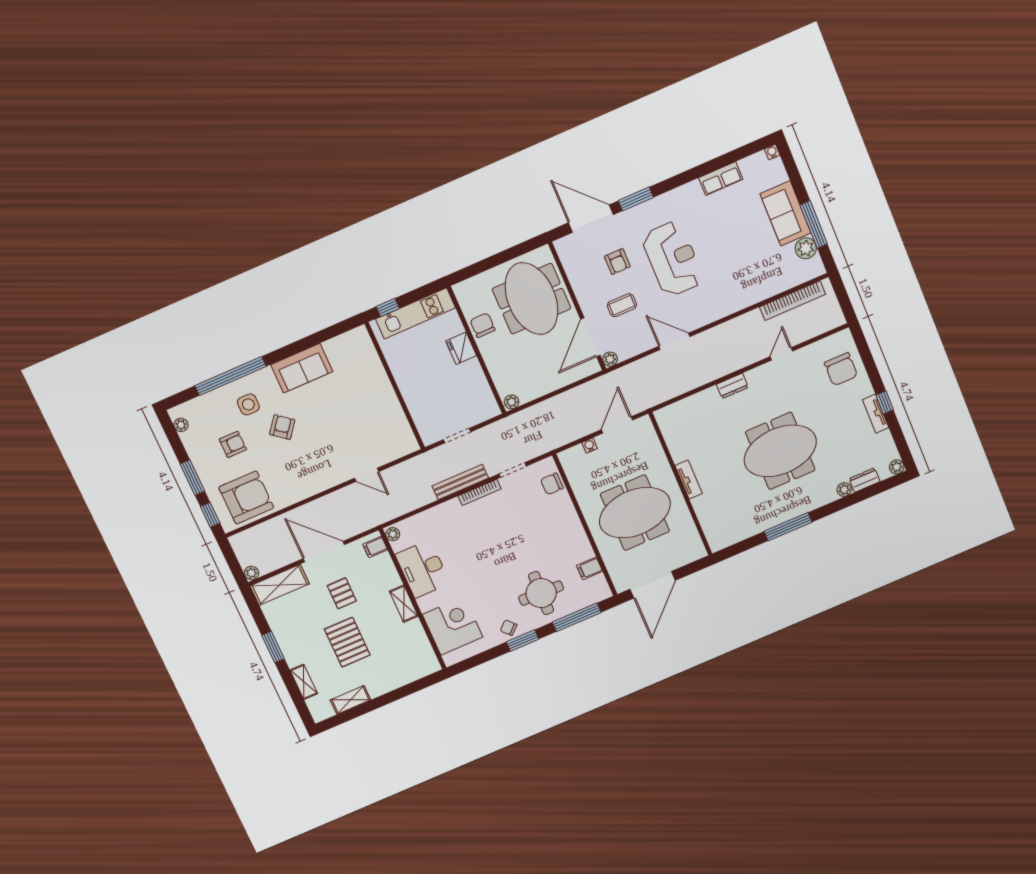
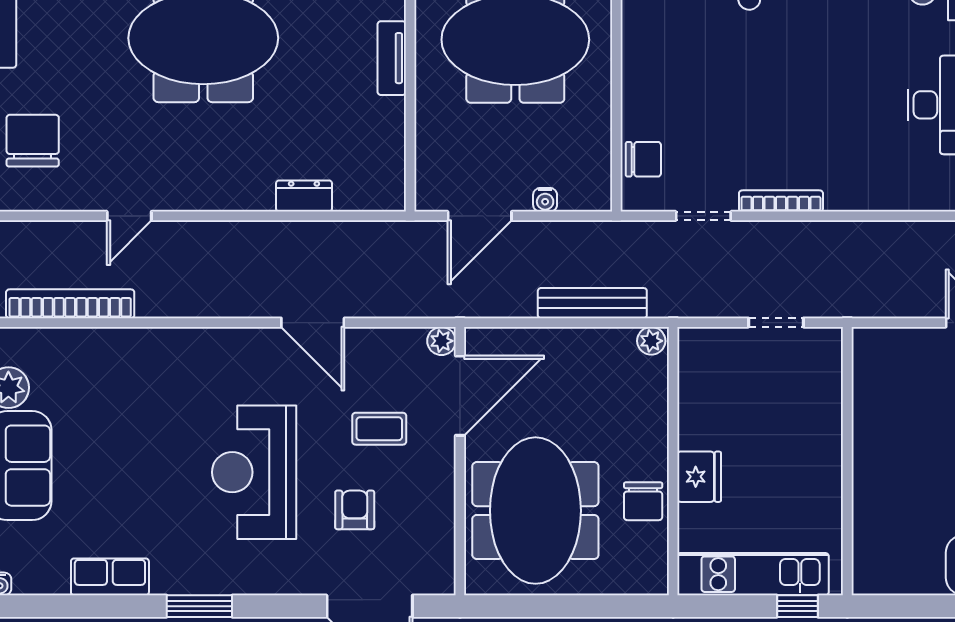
window: (636, 199) -> (199, 606), moved
dresser: (732, 386) -> (304, 196), moved
bench: (460, 482) -> (592, 303), moved

